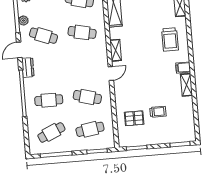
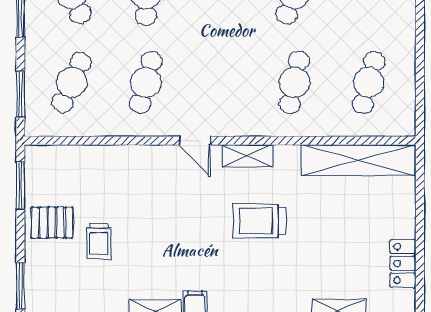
trolley: (170, 39) -> (260, 221), moved
pallet: (134, 118) -> (52, 223), moved, turned 90
cafe table: (90, 129) -> (72, 82), turned 33

